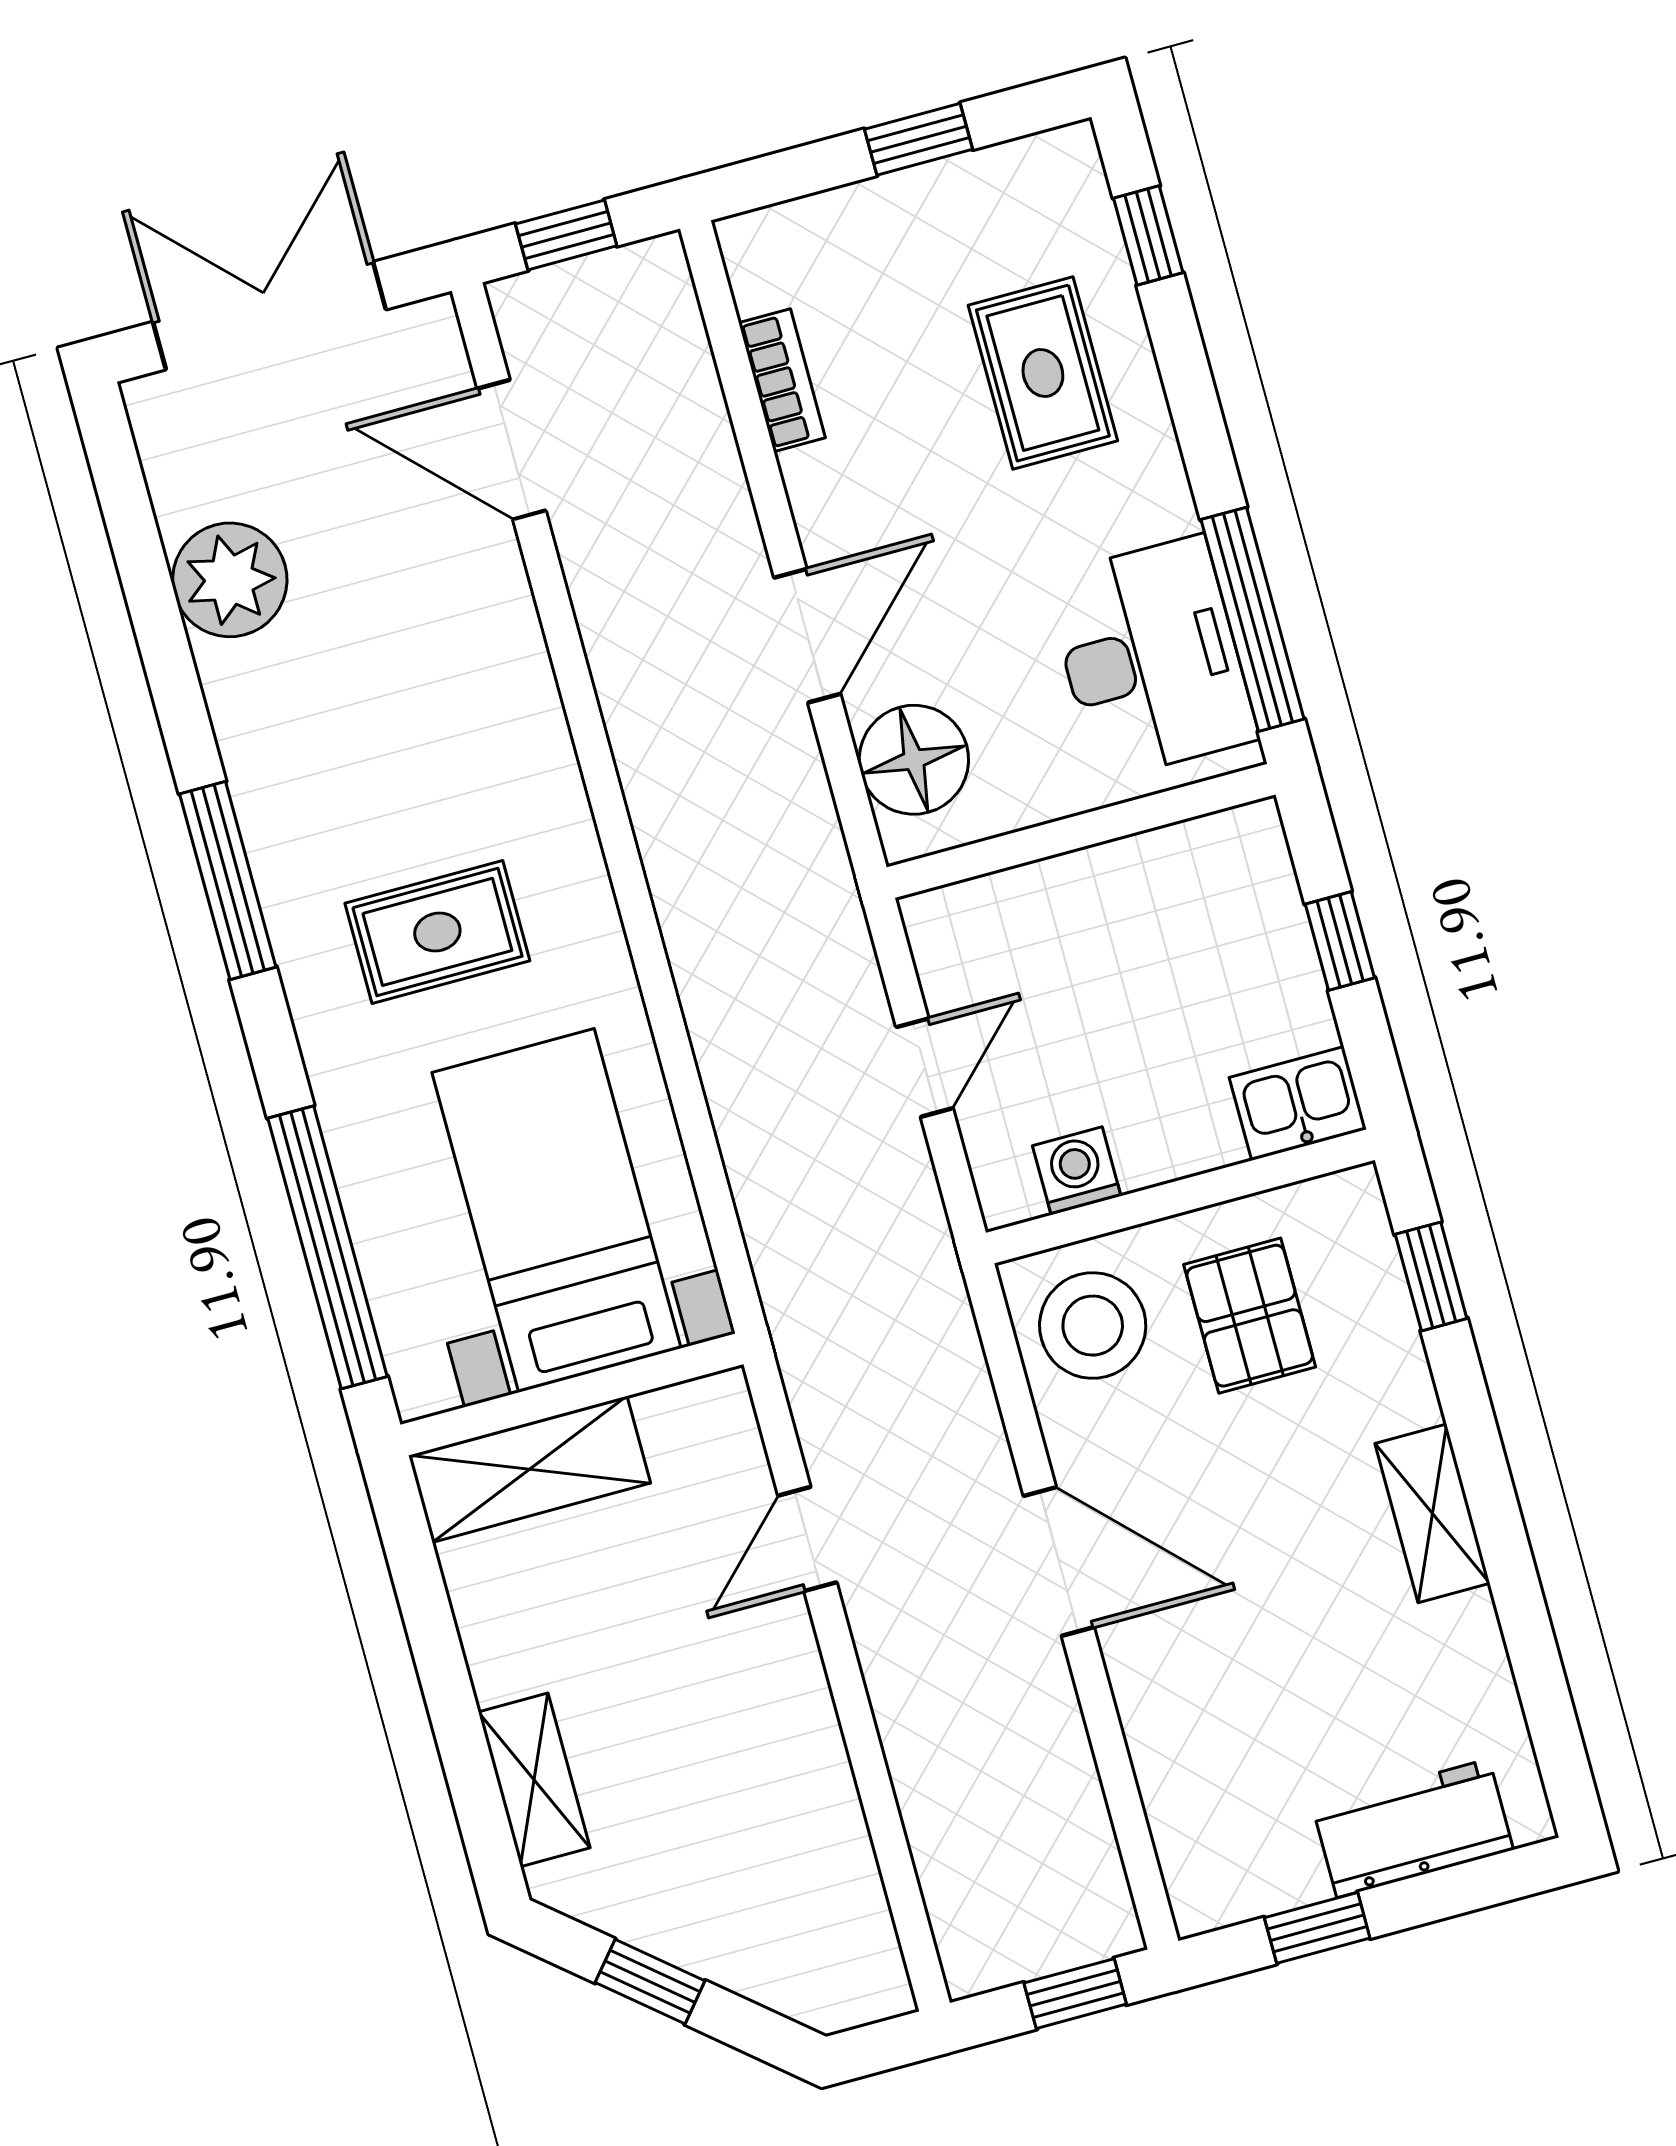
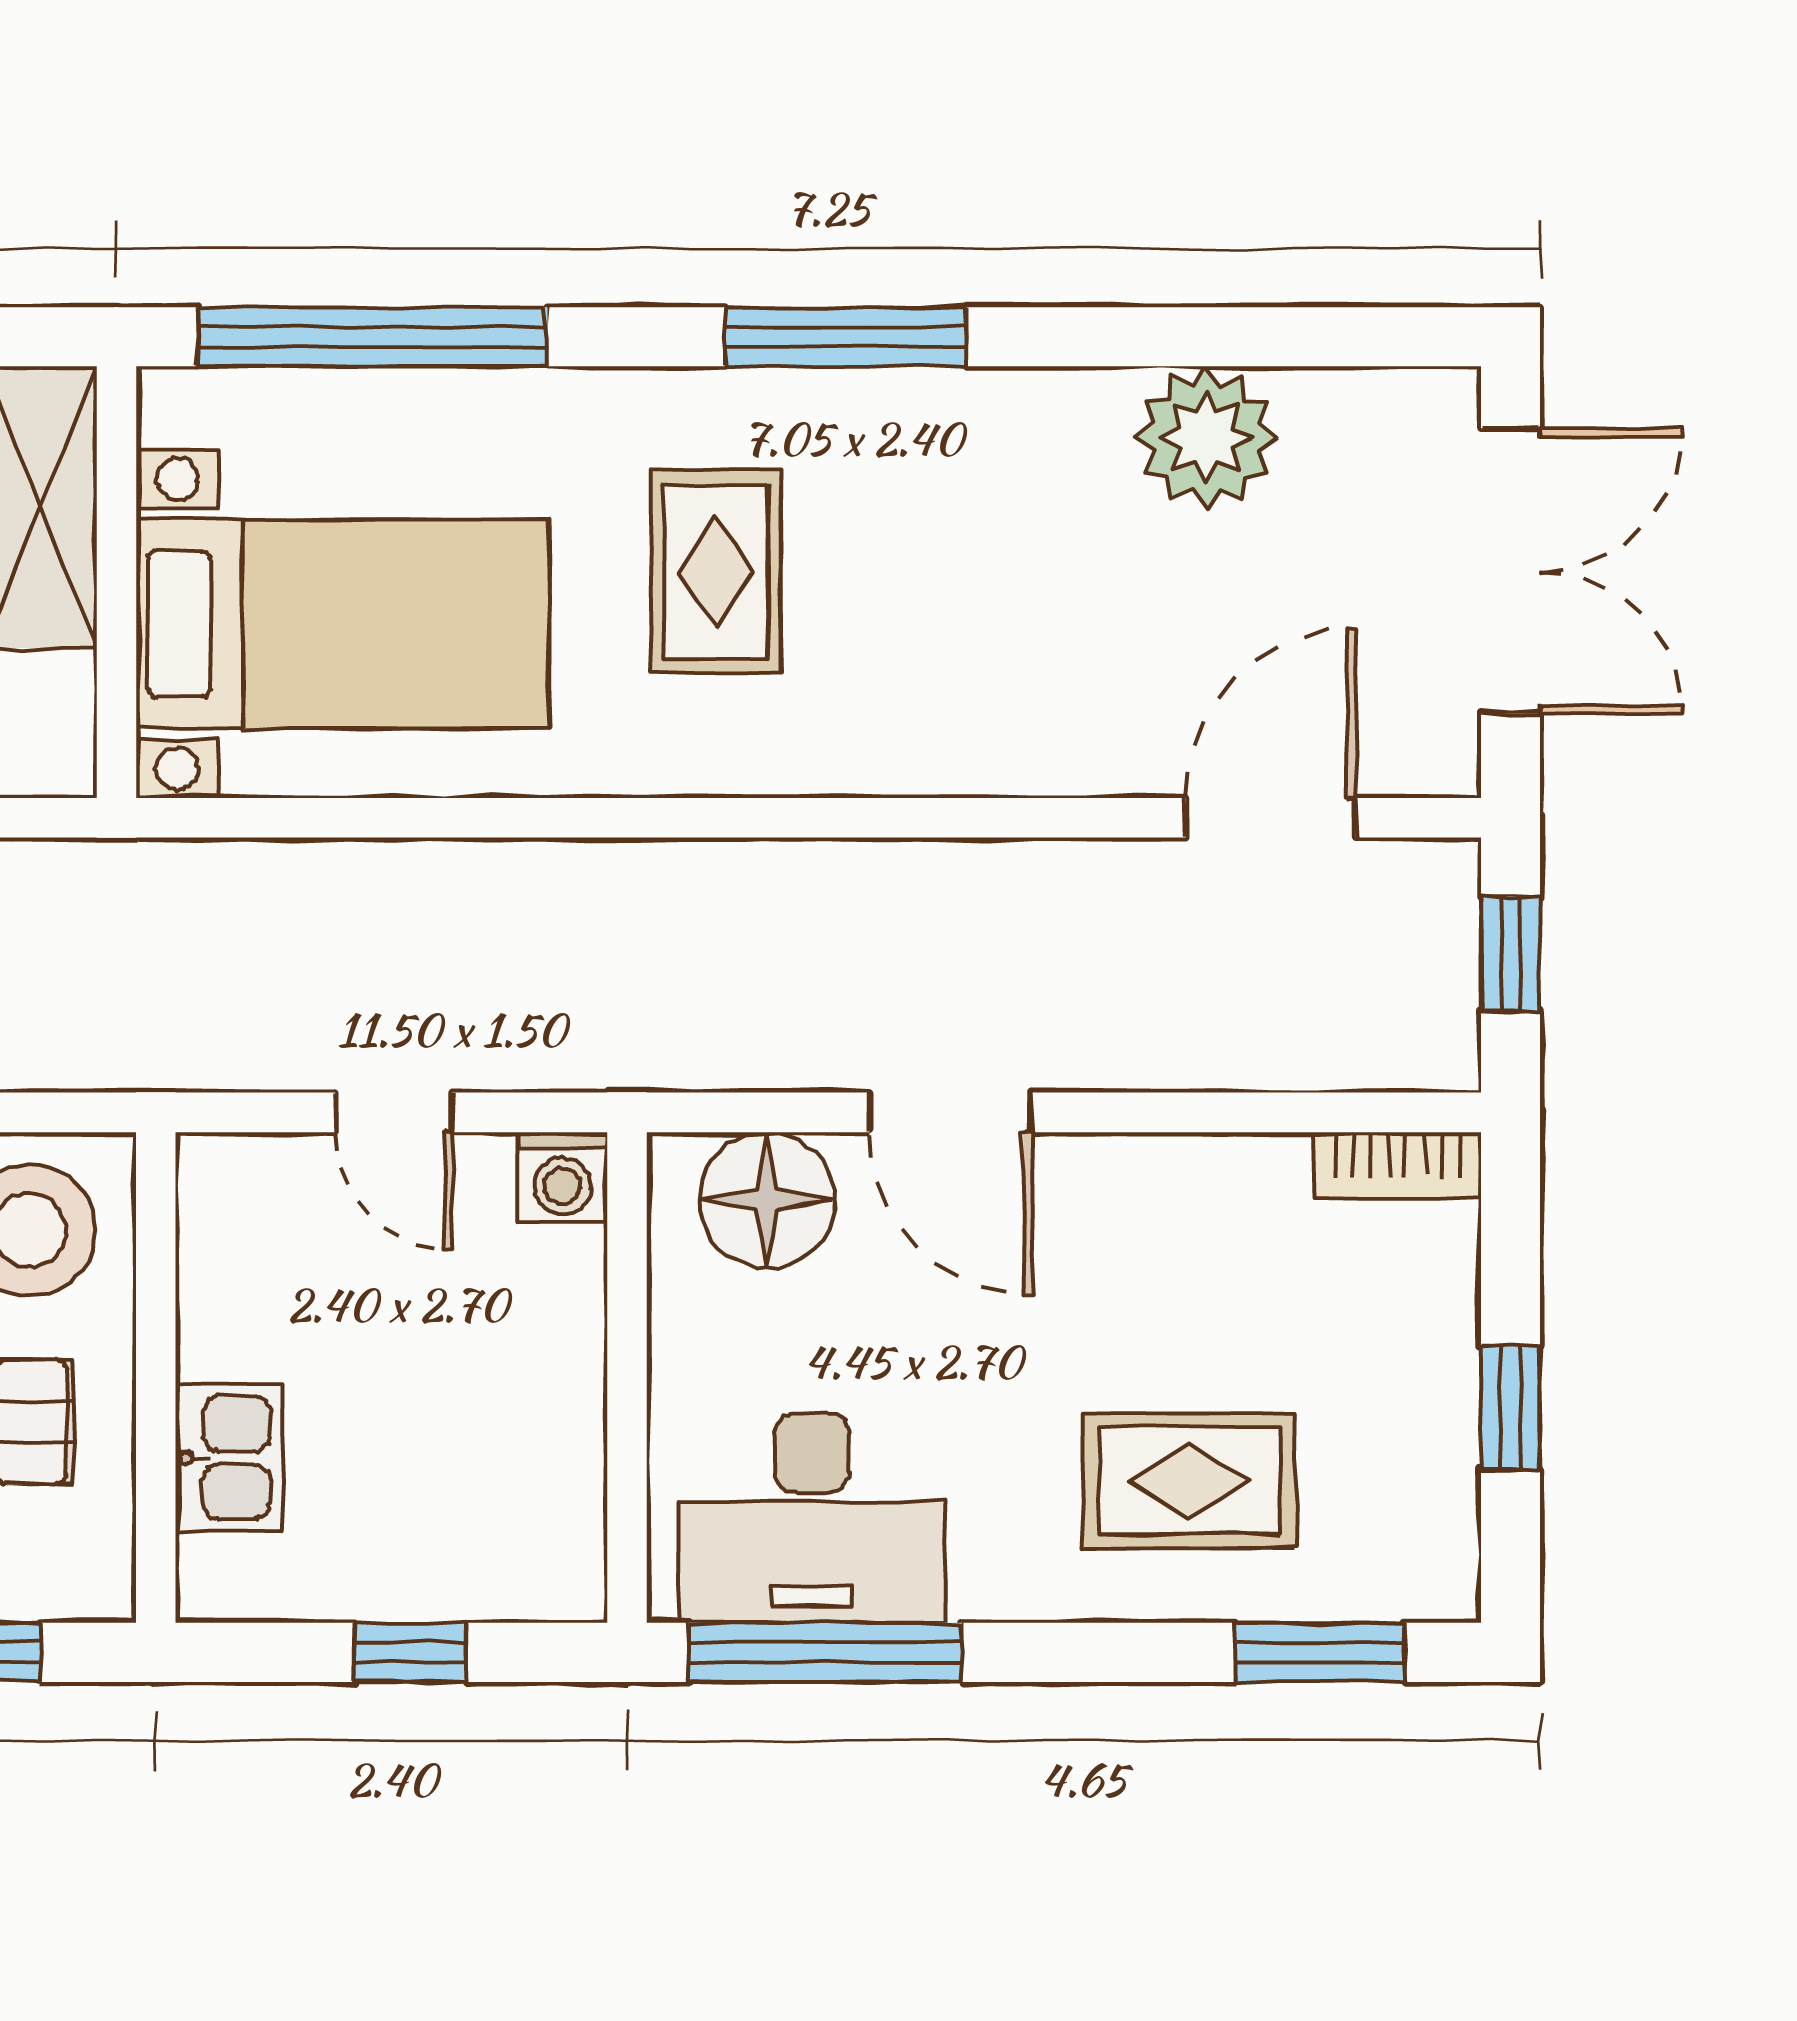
window: (1148, 235) -> (1320, 1652), width x1.50
bookcase: (782, 380) -> (1398, 1165), moved
kitchen sink: (1298, 1103) -> (229, 1458), moved
washing machine: (1077, 1171) -> (562, 1177), moved, turned 90

